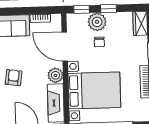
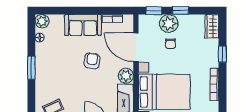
armchair: (14, 78) -> (92, 61), moved

